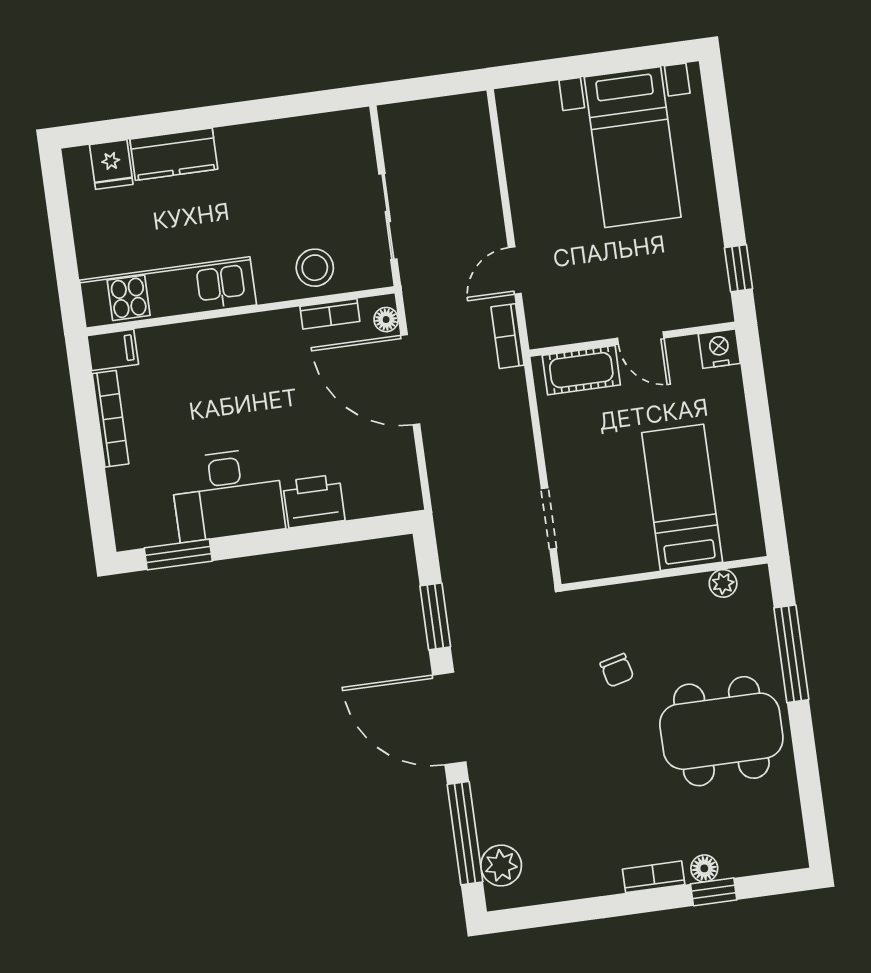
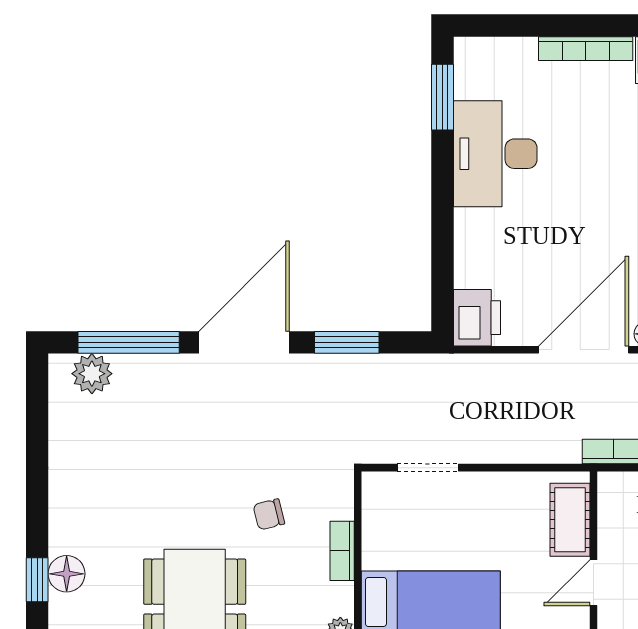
printer: (314, 501) -> (477, 318), moved
floor lamp: (704, 868) -> (67, 574), width x1.37, depth x1.37
bookcase: (654, 877) -> (342, 551), moved, turned 180

